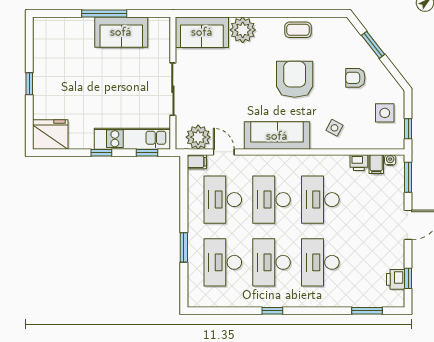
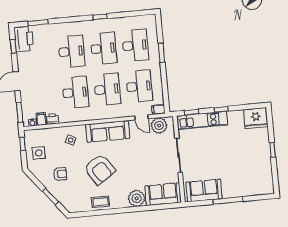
sofa: (121, 32) -> (204, 190), moved
armchair: (295, 79) -> (100, 169), turned -34
printer: (396, 279) -> (24, 39), width x1.87, depth x1.48

